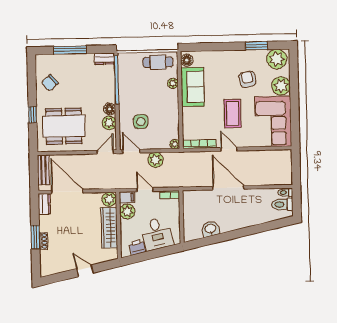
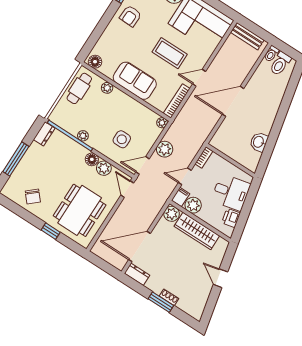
armchair: (247, 79) -> (131, 16), moved, turned -77
sofa: (193, 87) -> (135, 81), moved
plant: (123, 90) -> (83, 136), added
bench: (43, 170) -> (247, 36), moved
door: (85, 271) -> (221, 278), hinge flipped

